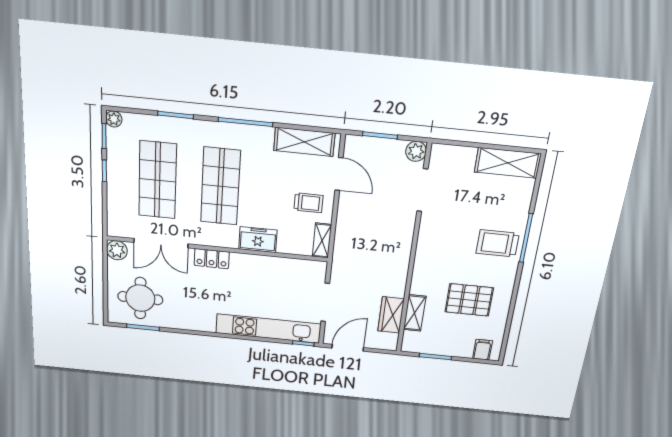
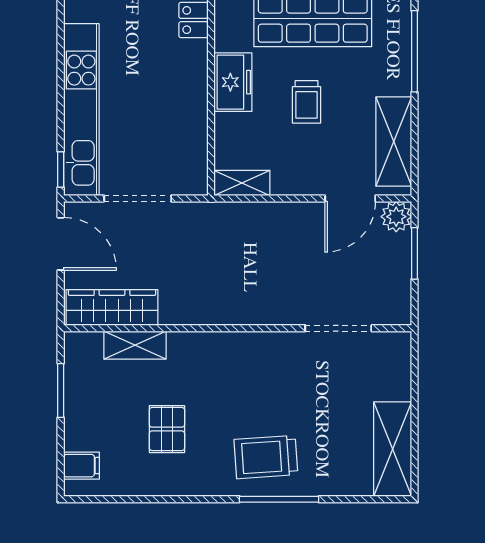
plant: (416, 151) -> (396, 217), moved
trolley: (309, 203) -> (307, 102), moved
trolley: (498, 243) -> (266, 457), turned -94
pallet: (469, 300) -> (167, 429), width x0.67, depth x0.71
wardrobe: (391, 315) -> (112, 307), width x1.50

